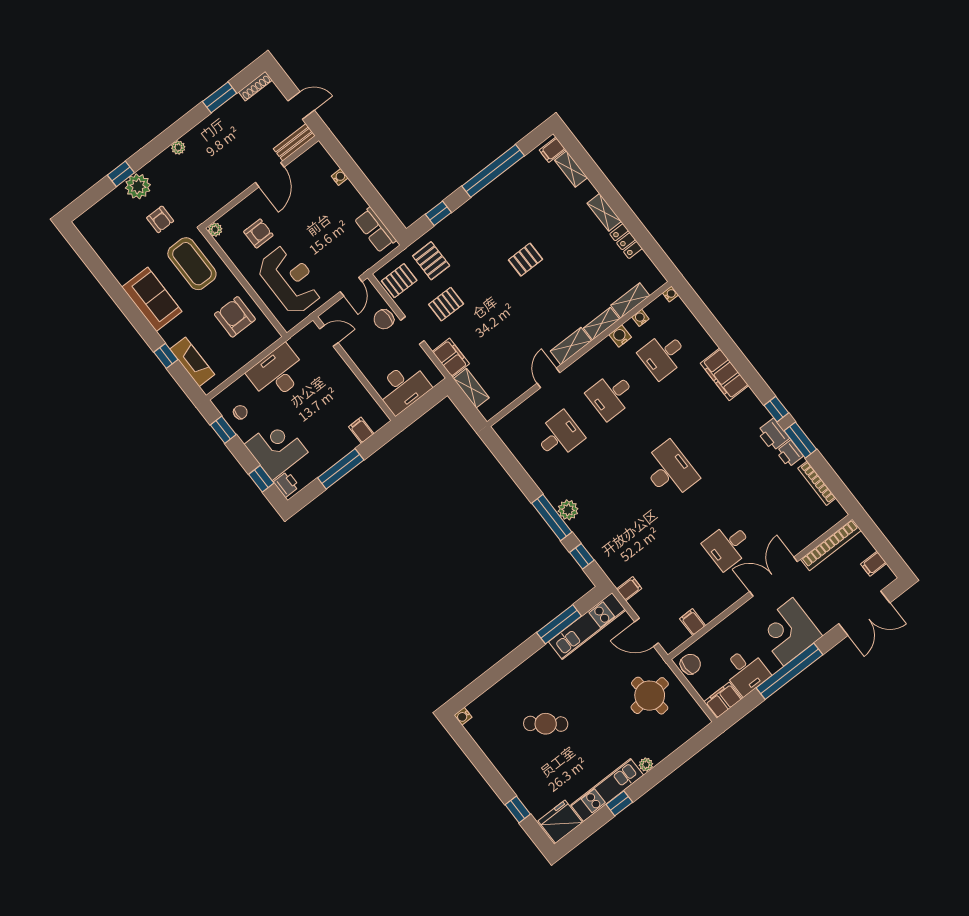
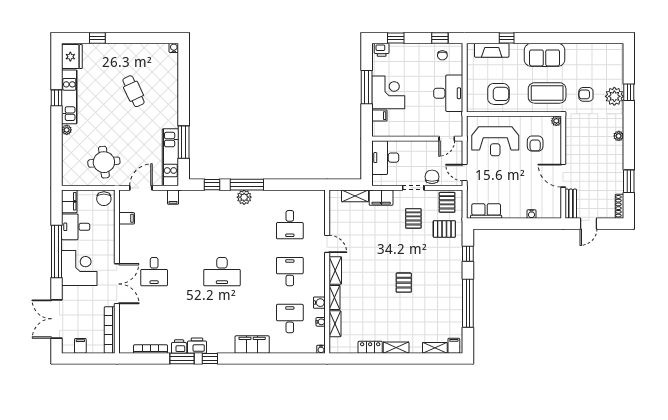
corner desk: (276, 448) -> (388, 92), moved, turned -90
desk: (728, 546) -> (154, 272), turned 180
cafe table: (546, 724) -> (133, 91), turned -64

